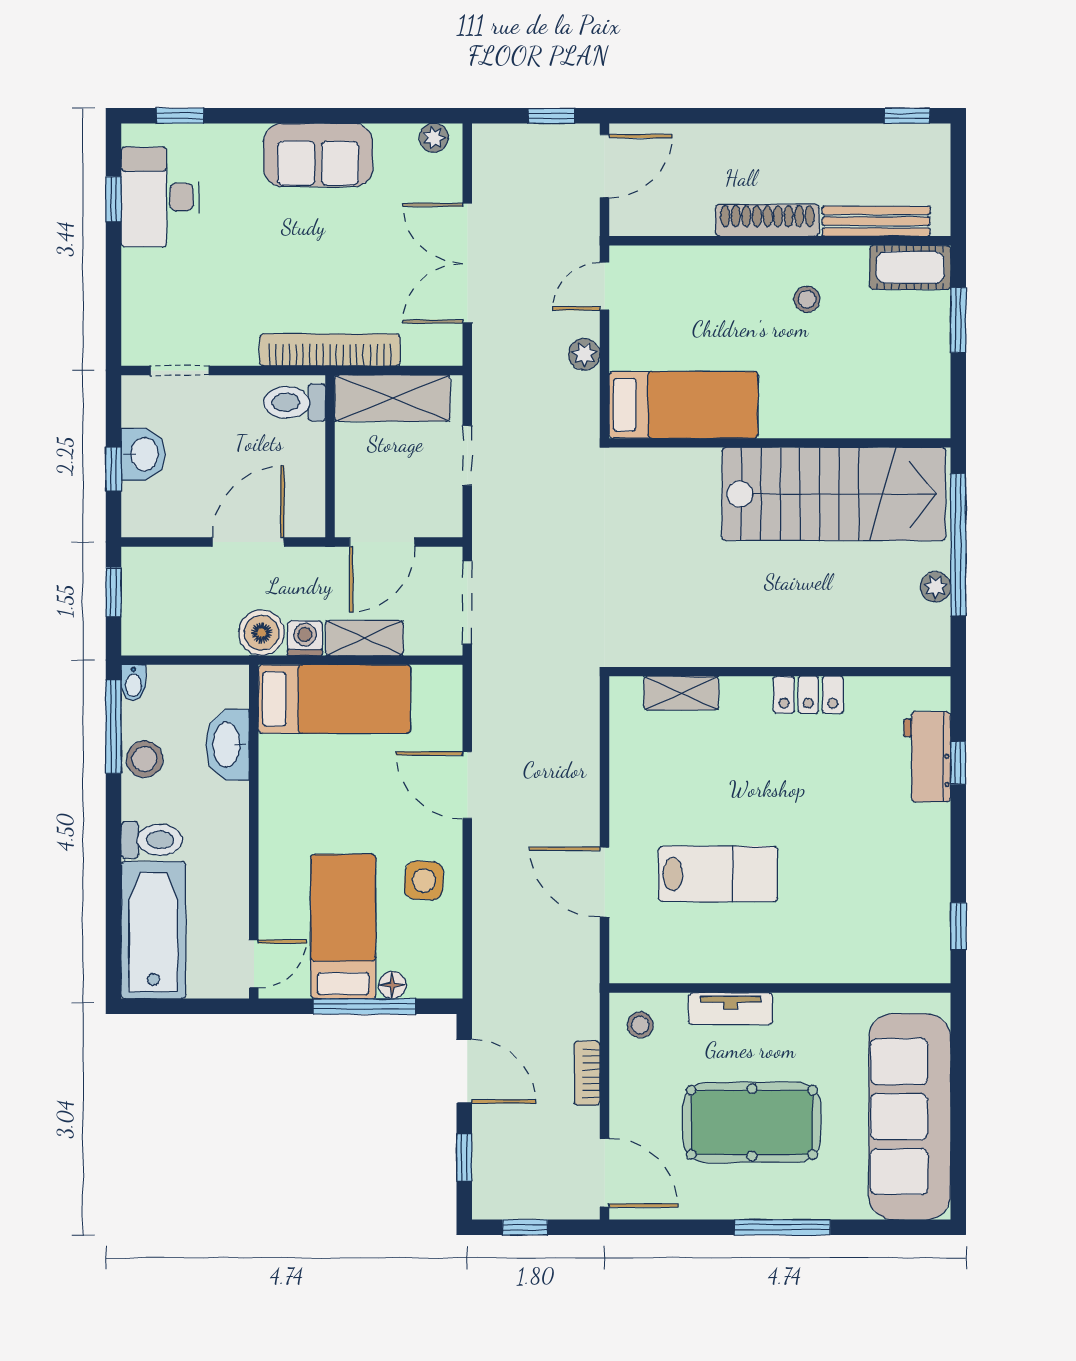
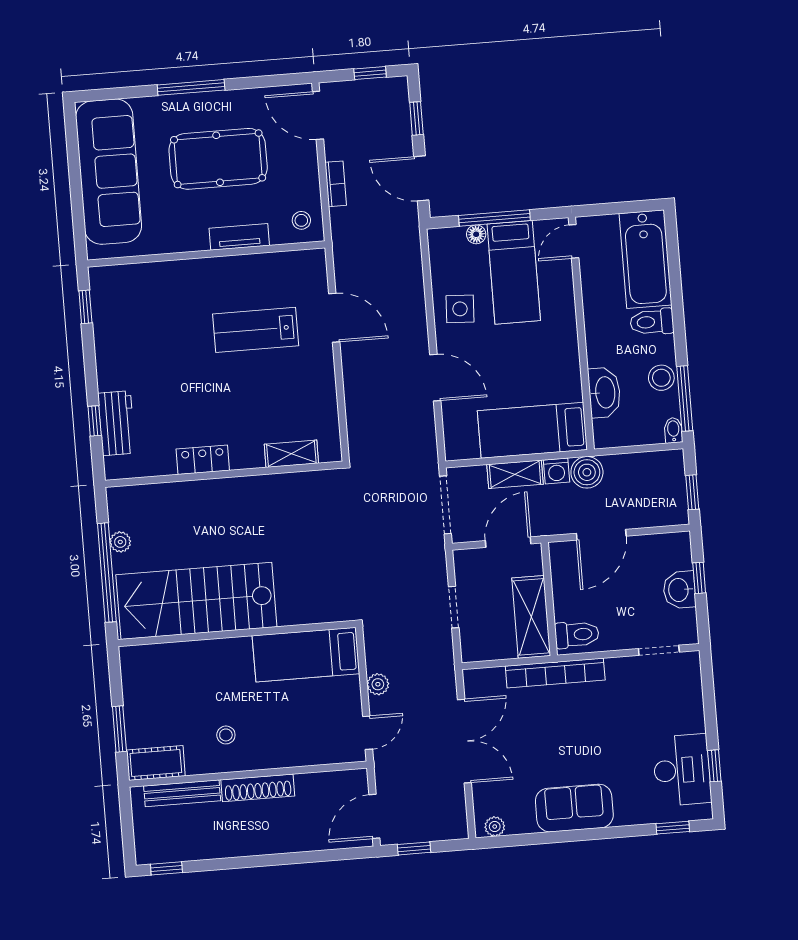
shelving: (392, 398) -> (531, 617), moved, turned 90

